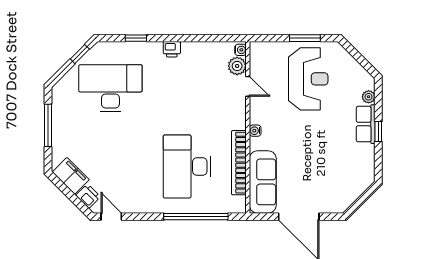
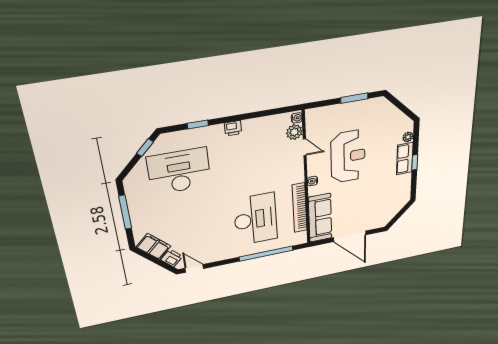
reception desk: (308, 79) -> (348, 157), moved
desk: (187, 166) -> (256, 219), turned 180

